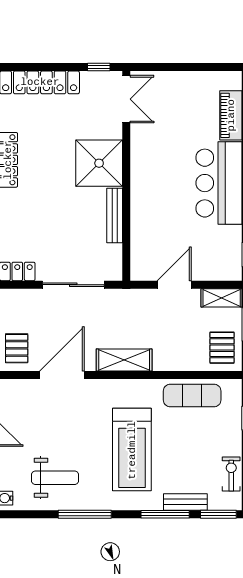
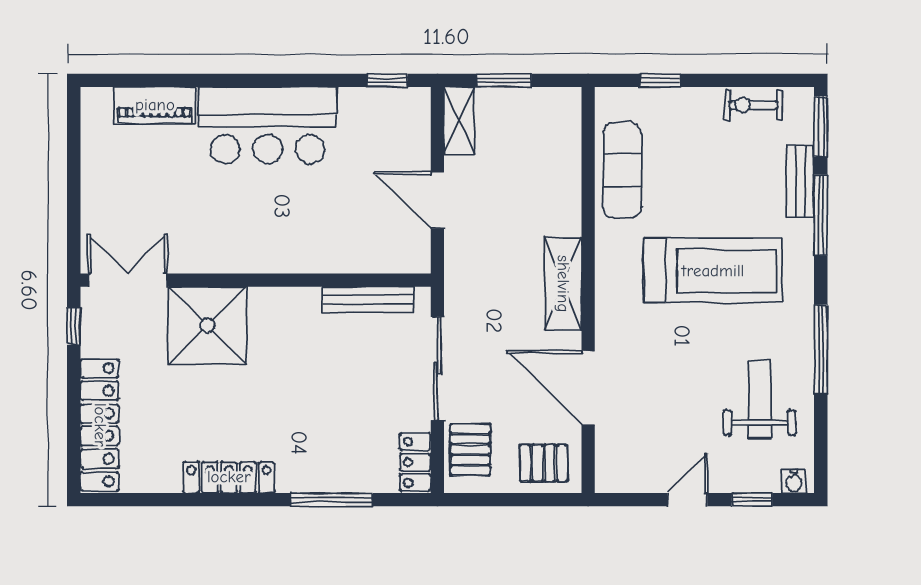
shower: (99, 163) -> (207, 326), moved
bench: (115, 215) -> (368, 300), moved
pallet: (222, 348) -> (470, 450), moved, turned 90

